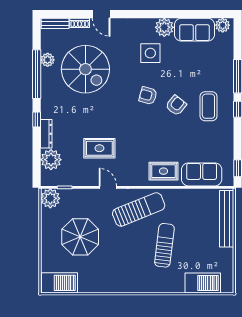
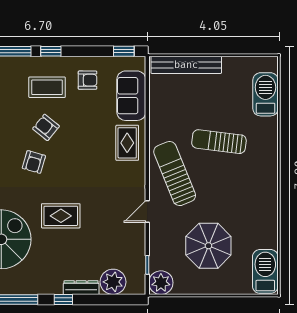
armchair: (214, 139) -> (88, 80), added
rug: (99, 148) -> (61, 216), moved, turned 90

